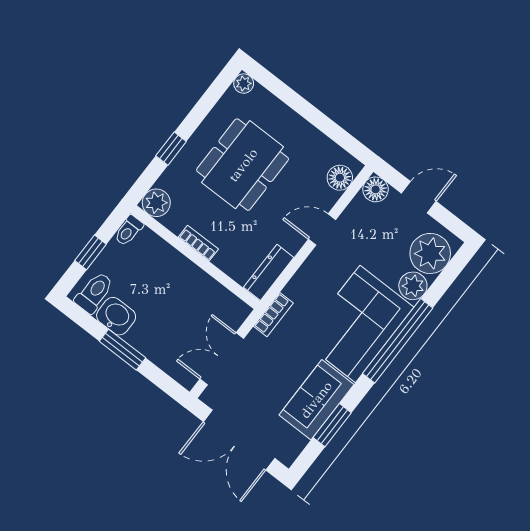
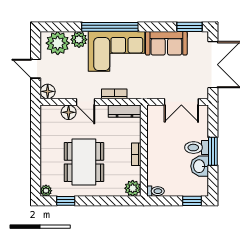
window: (171, 149) -> (66, 201), moved
dining table: (243, 165) -> (84, 162), turned 90
floor lamp: (340, 178) -> (69, 112), moved
window: (91, 252) -> (192, 201), moved
toilet: (94, 293) -> (197, 148), moved
bookcase: (273, 315) -> (114, 94), moved
window: (332, 425) -> (189, 27), moved

